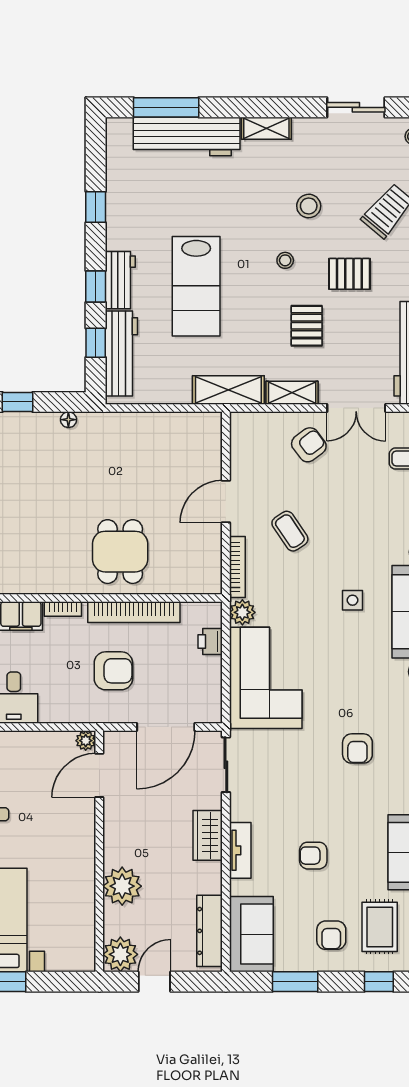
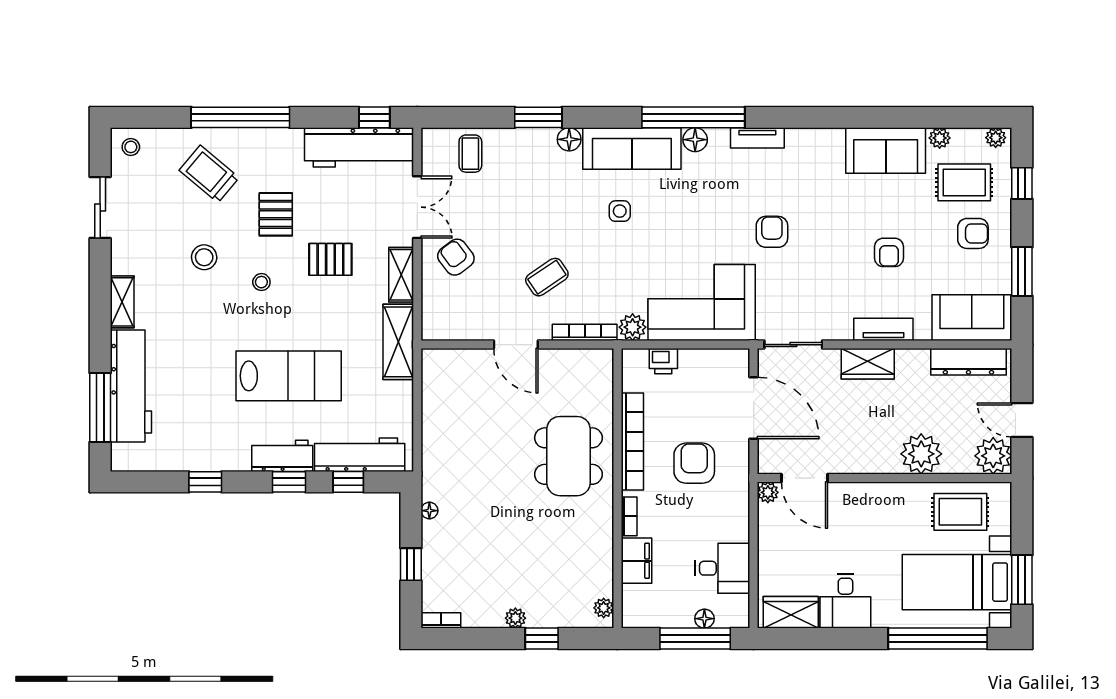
dining table: (120, 552) -> (568, 456), width x1.38
armchair: (357, 748) -> (772, 232), moved, turned -90
rug: (67, 923) -> (960, 512), added

